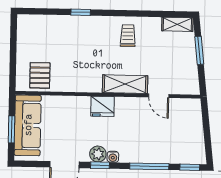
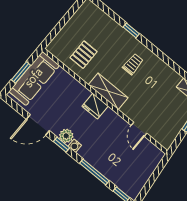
trolley: (128, 36) -> (133, 64), moved
pallet: (40, 75) -> (84, 55), moved
shelving: (125, 84) -> (108, 91), moved

